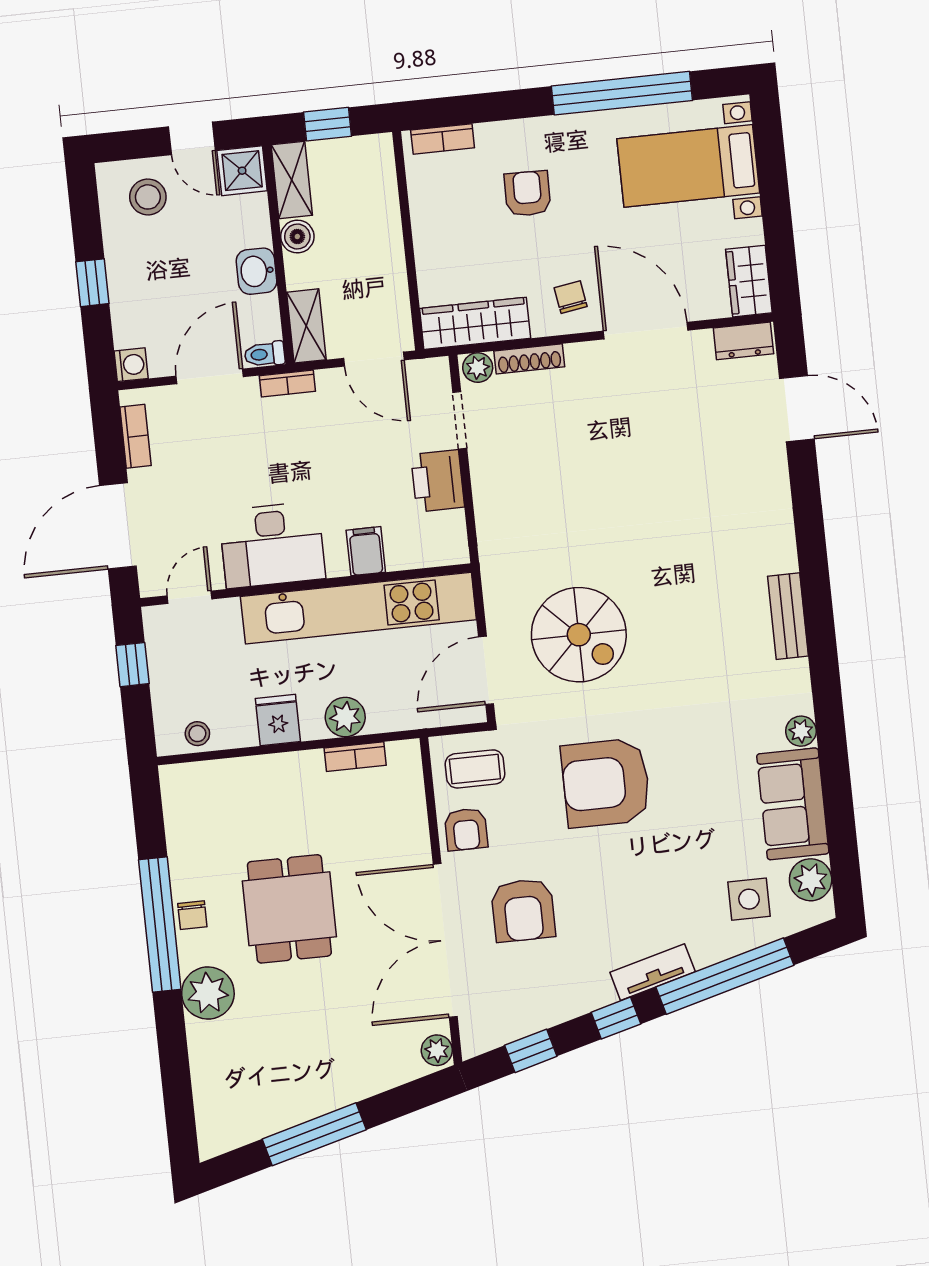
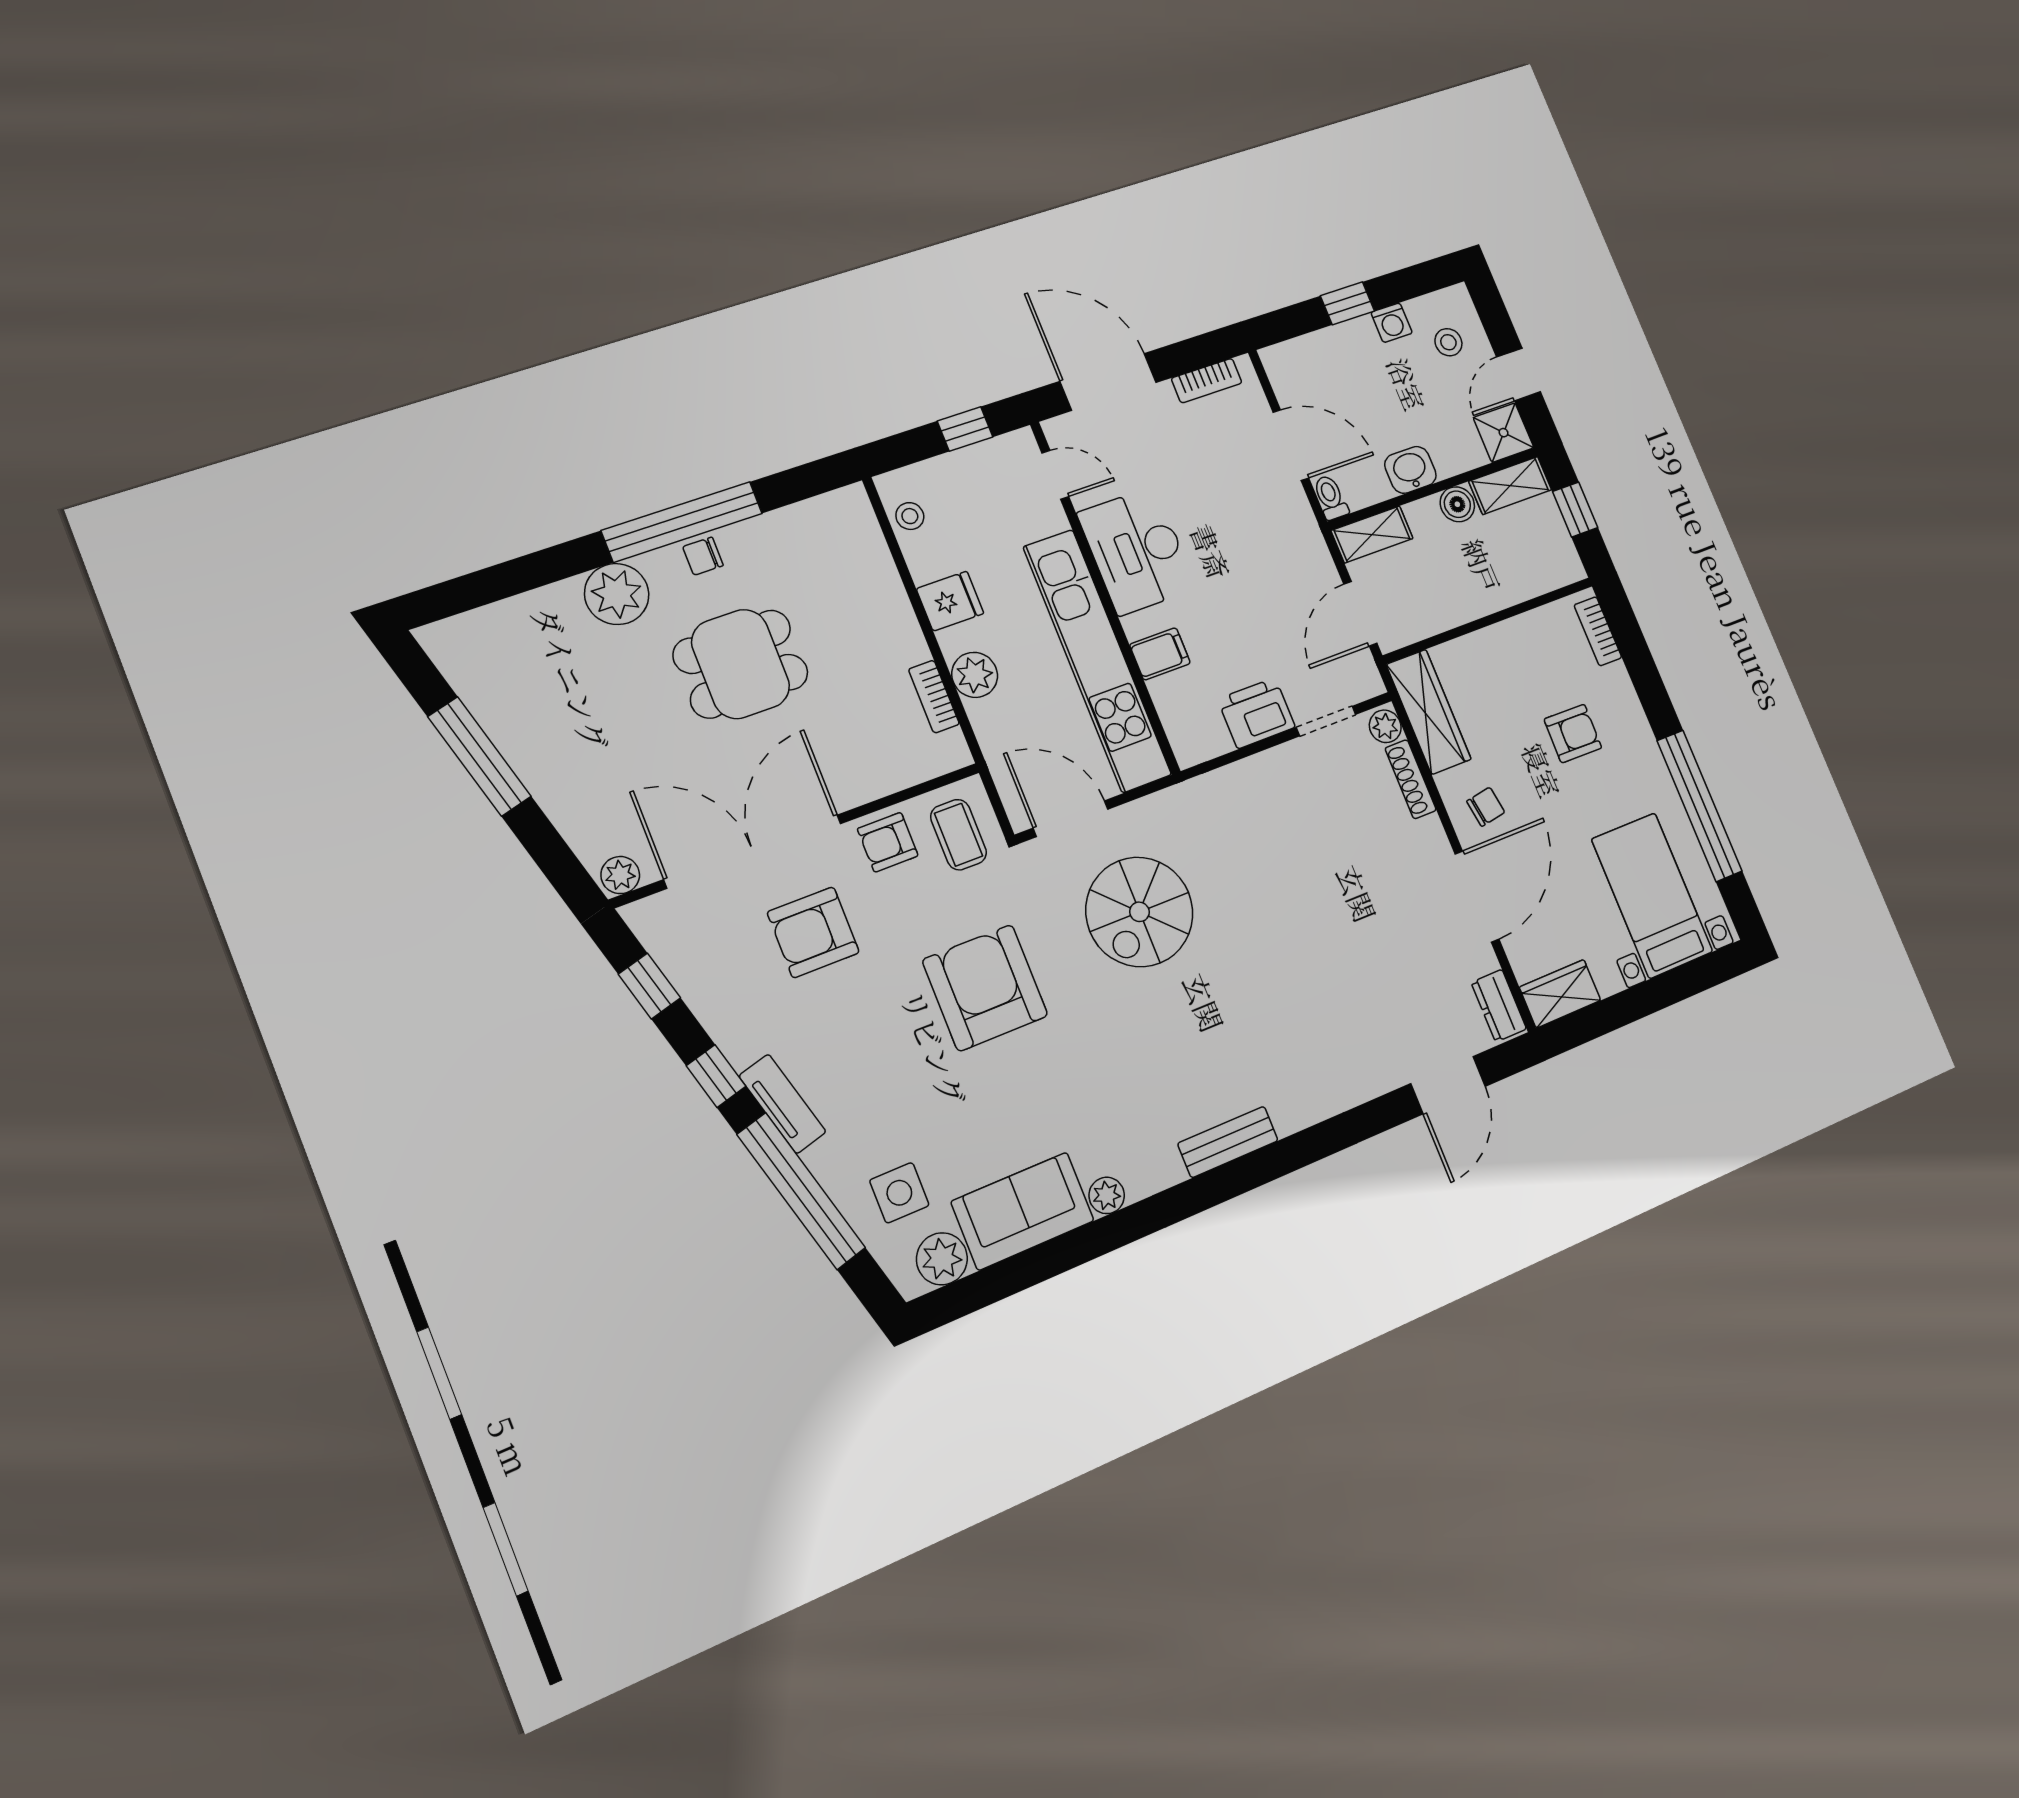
stool: (148, 197) -> (1448, 342), width x0.73, depth x0.73
washing machine: (131, 365) -> (1392, 323), moved
bookcase: (287, 384) -> (1308, 528), removed

